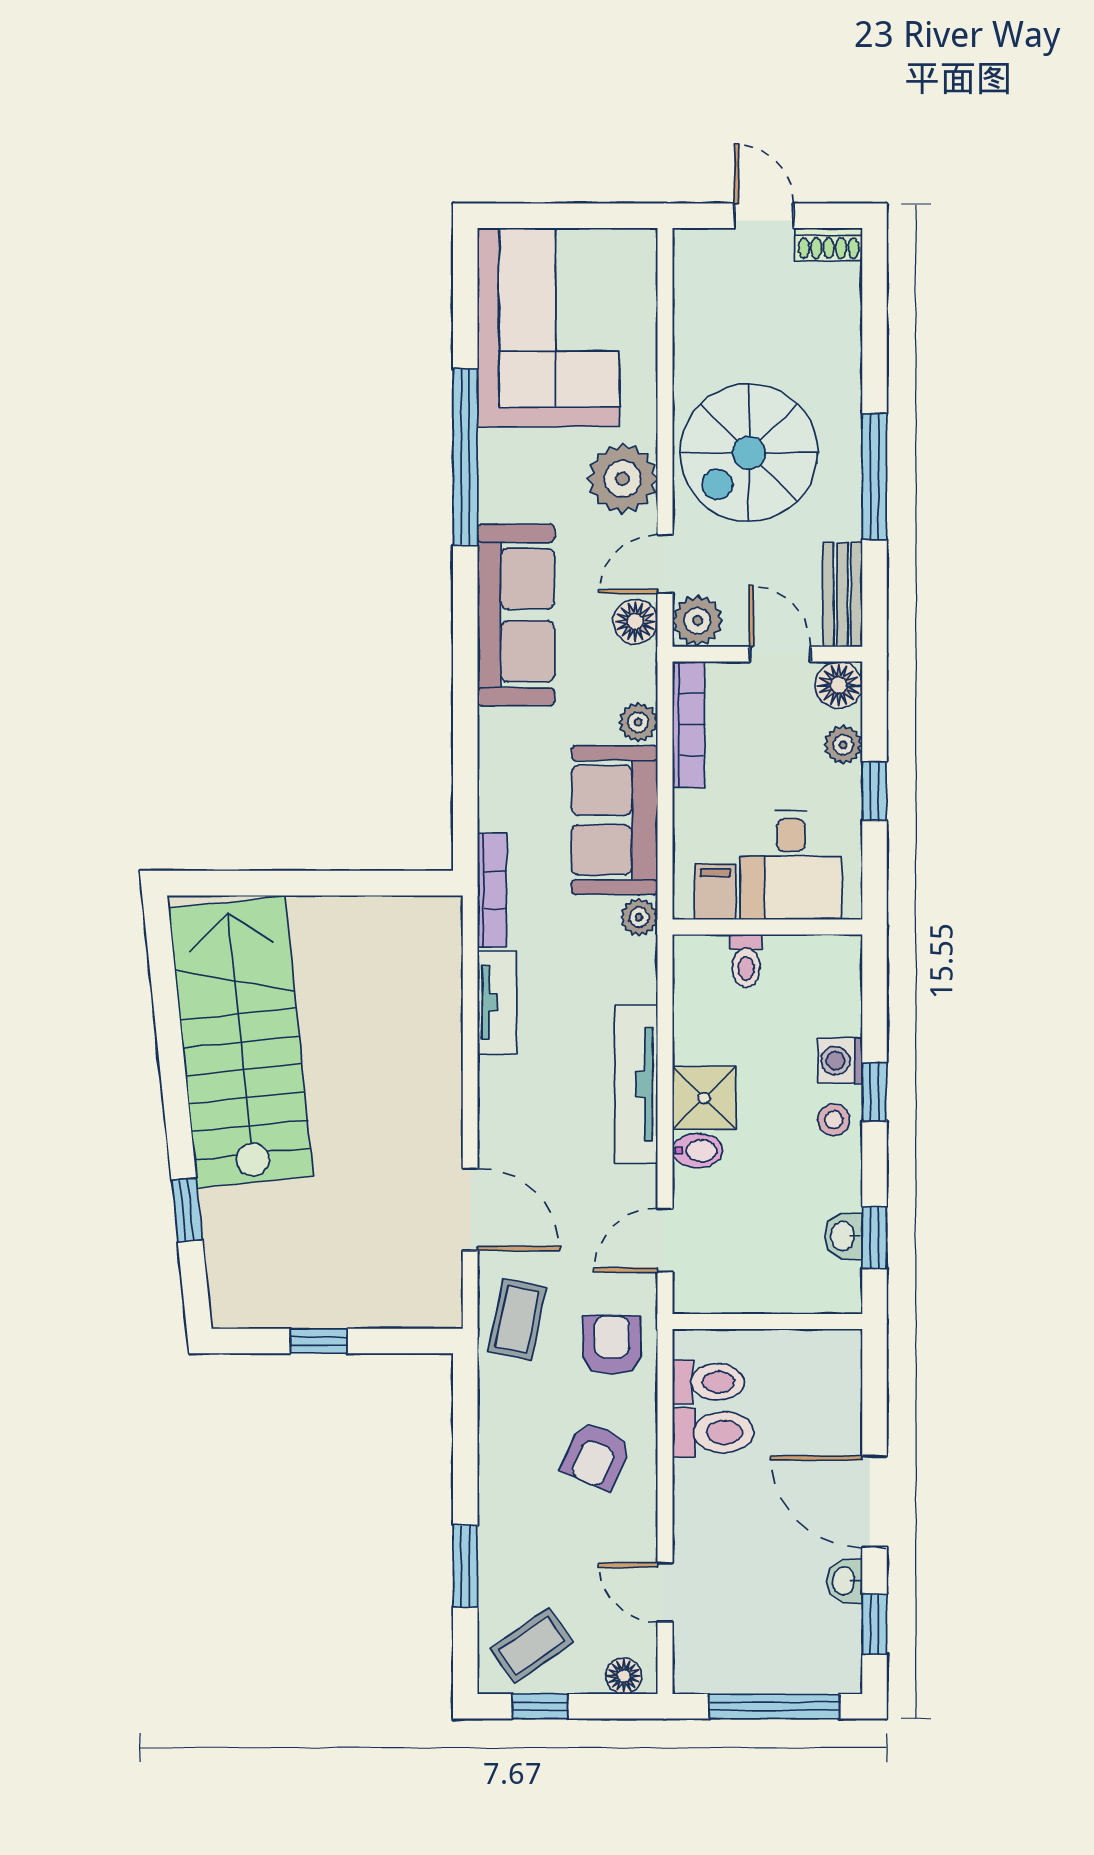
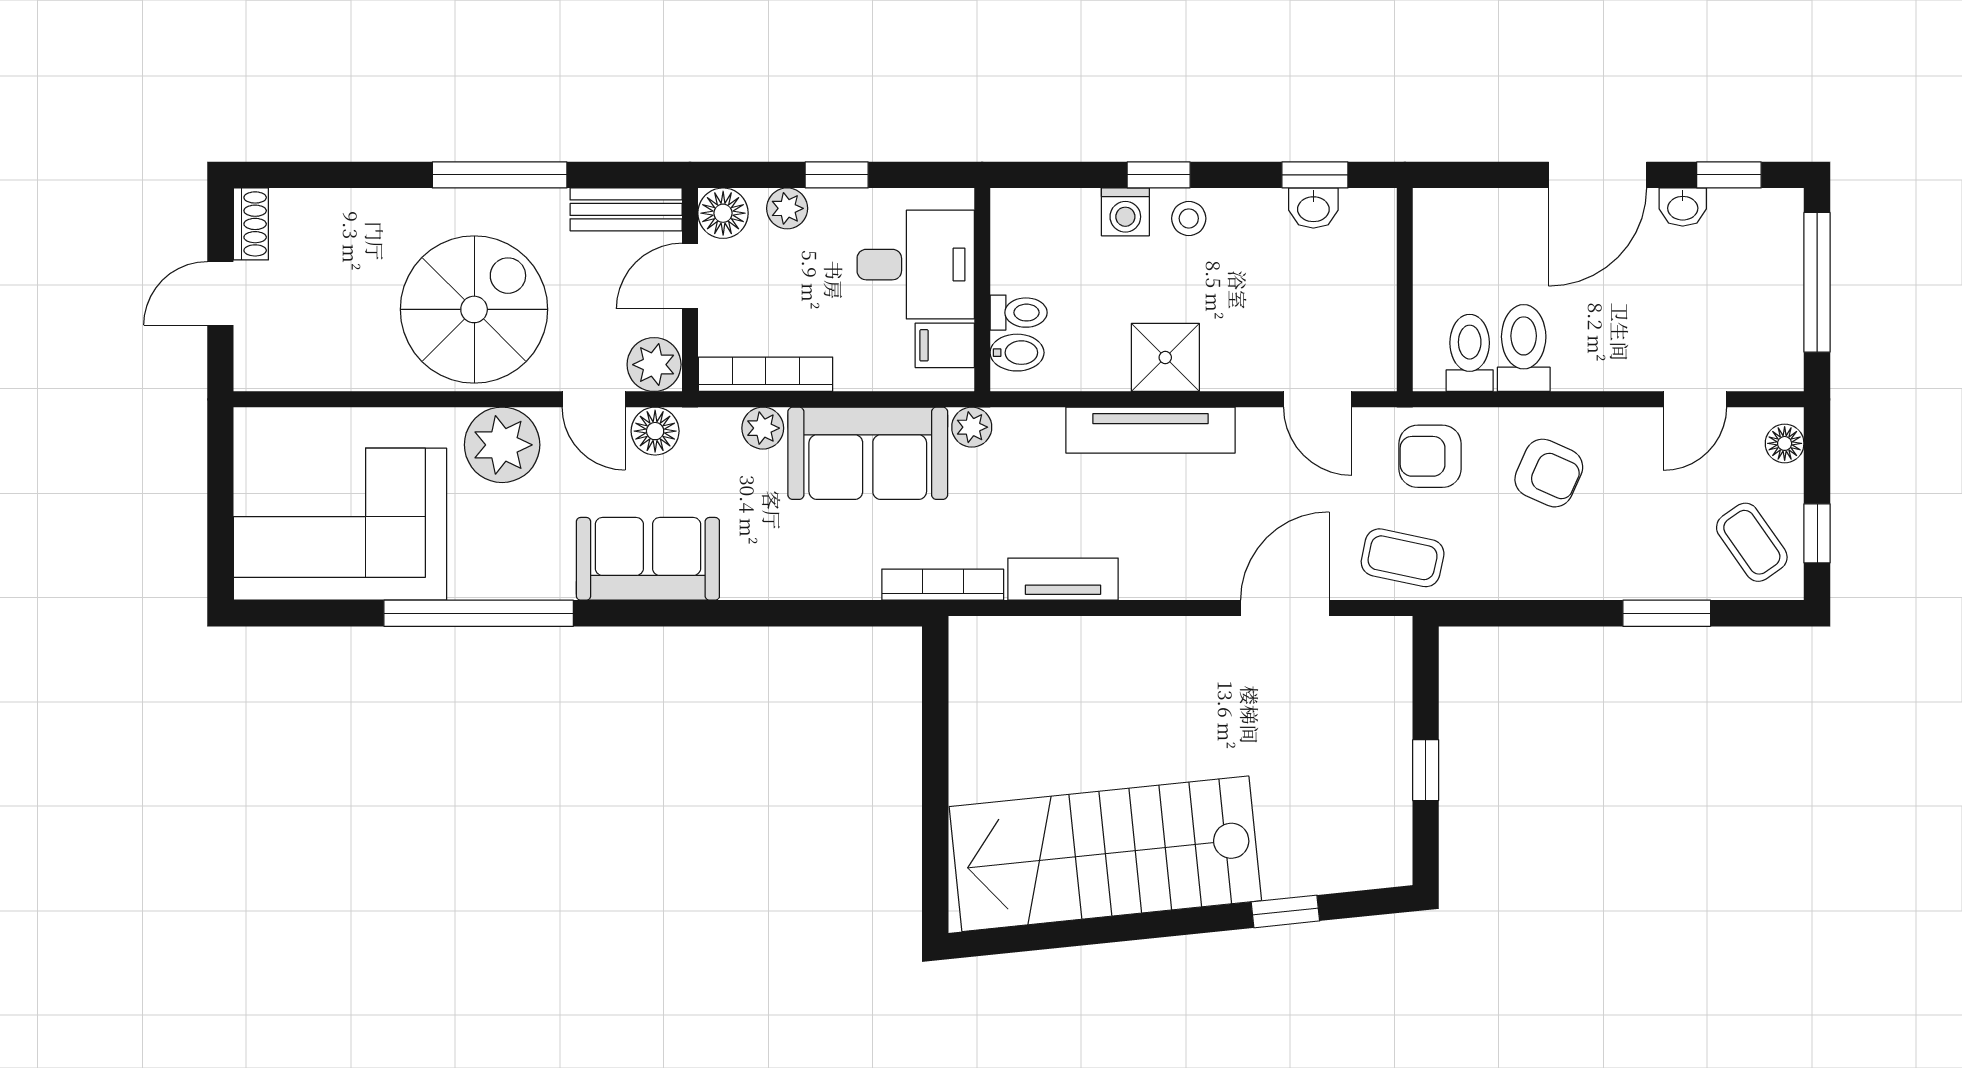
spiral stairs: (749, 453) -> (474, 309), turned -90
sofa: (516, 615) -> (648, 559), width x0.73
bidet: (698, 1151) -> (1017, 353), moved, turned 90

